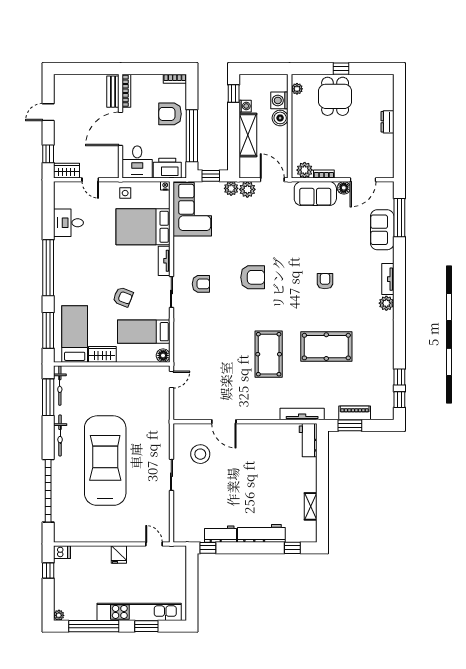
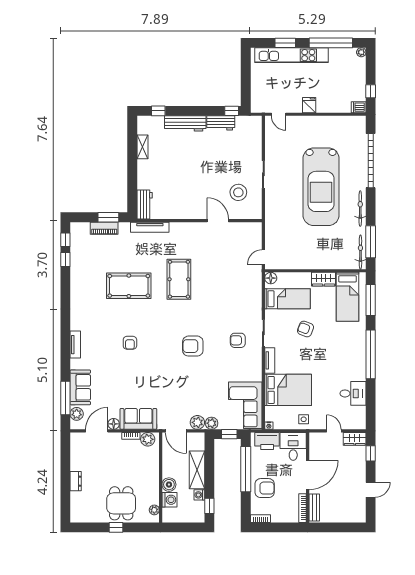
plant: (386, 303) -> (77, 414), moved

